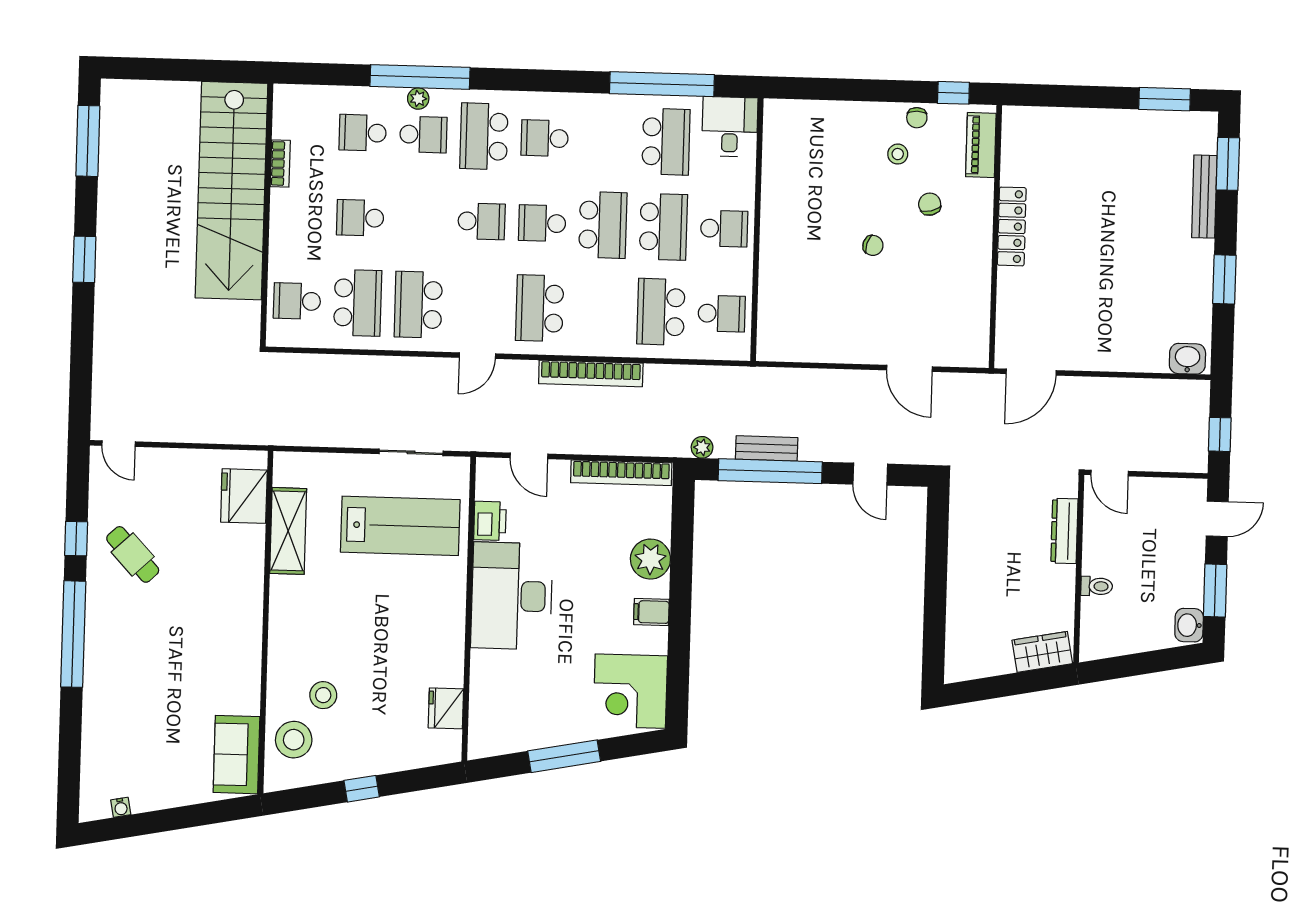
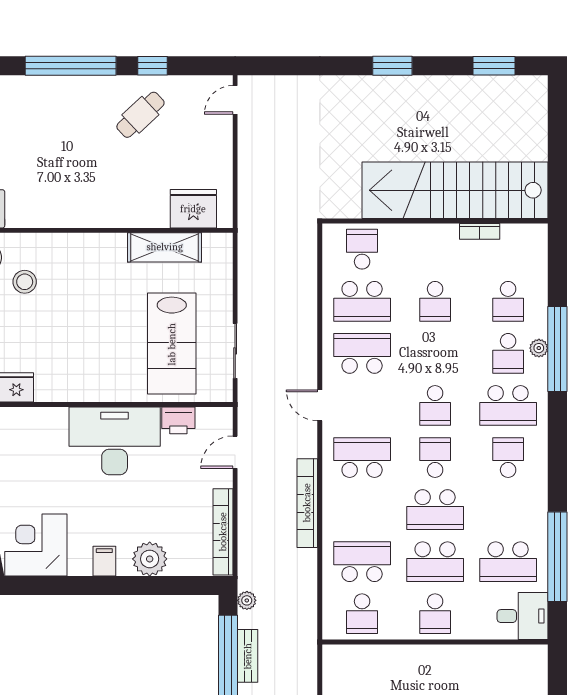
school desk: (363, 133) -> (508, 301), turned 180
school desk: (484, 136) -> (508, 405), turned 180
window: (88, 141) -> (494, 66), width x0.69
school desk: (360, 218) -> (435, 301), turned 180

